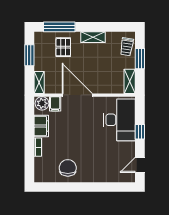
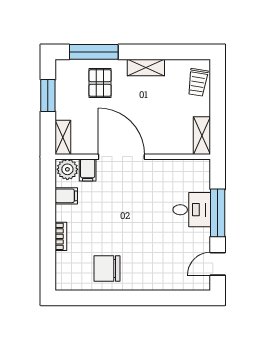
window: (140, 59) -> (218, 101), removed
desk: (119, 120) -> (192, 210), width x0.53, depth x0.77
filing cabinet: (41, 126) -> (66, 196), width x0.50
window: (140, 132) -> (218, 213), width x2.17
chair: (68, 168) -> (107, 268), turned -90

